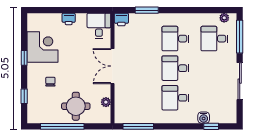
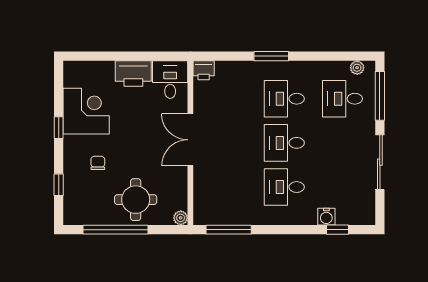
window: (147, 10) -> (271, 56), moved
printer: (69, 19) -> (133, 74), width x1.87, depth x1.48
plant: (106, 102) -> (181, 218), moved

